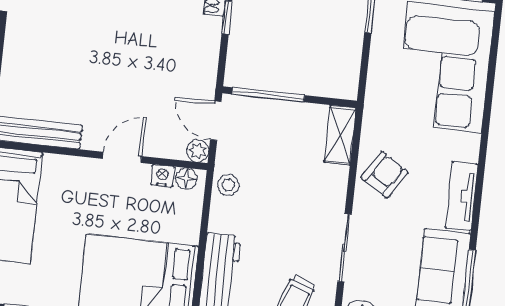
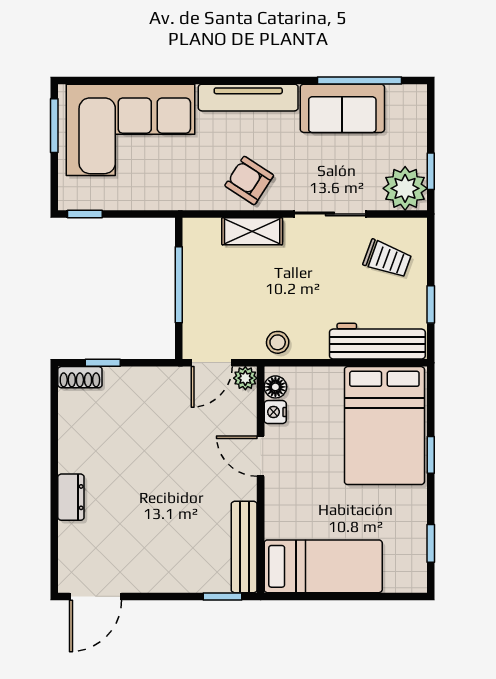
window: (268, 95) -> (179, 285), moved
shelving: (340, 135) -> (252, 231), moved
tv unit: (462, 196) -> (248, 98), width x1.41

